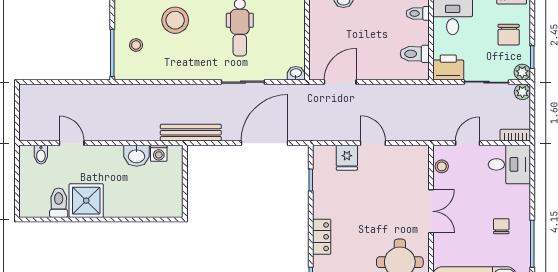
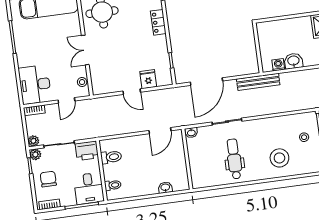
desk: (509, 164) -> (35, 85), width x1.37
chair: (501, 226) -> (35, 46), removed

